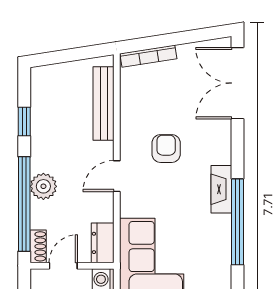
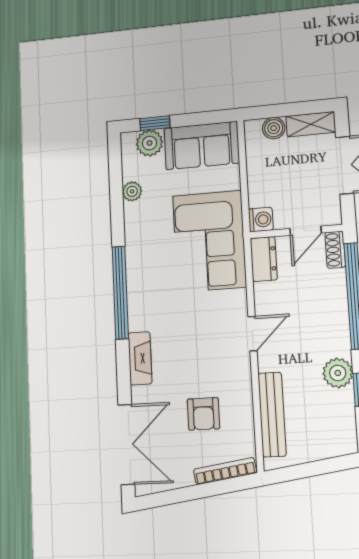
armchair: (166, 149) -> (203, 414), moved
plant: (43, 186) -> (338, 373), moved
fireplace: (221, 189) -> (140, 358), moved

